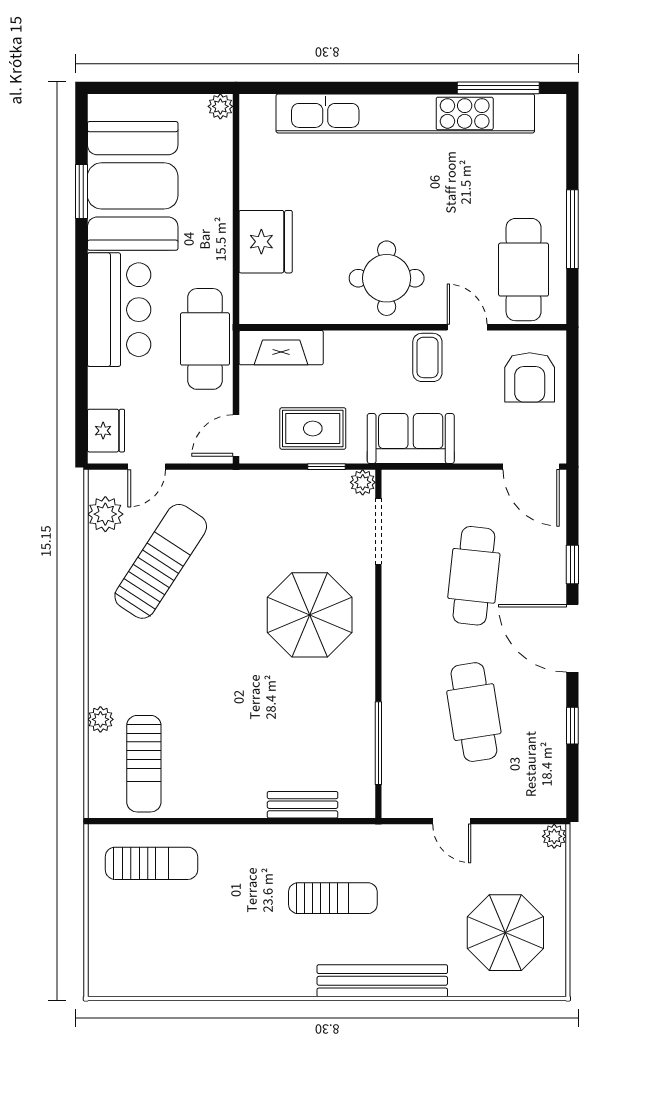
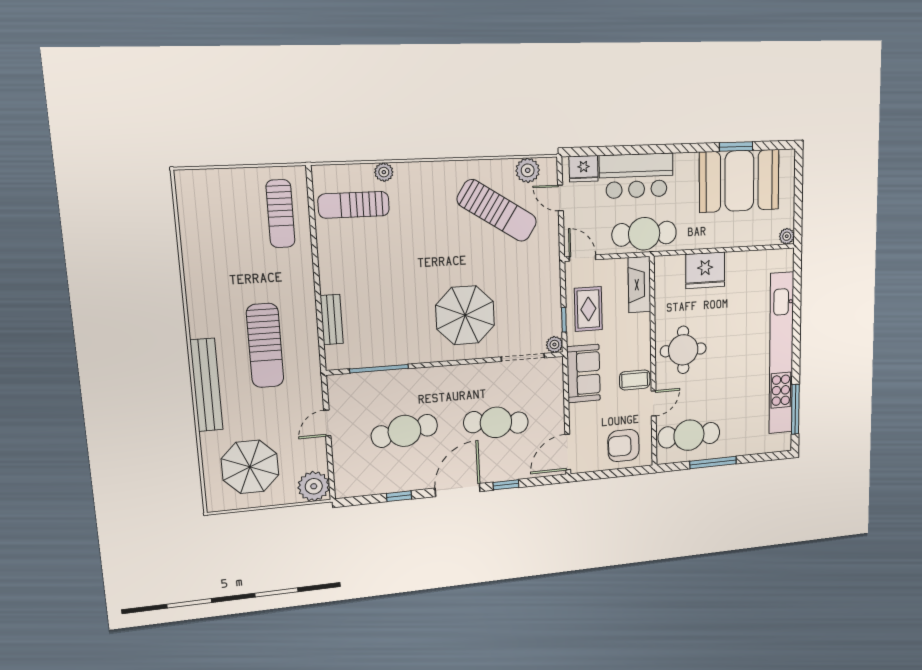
bar counter: (119, 310) -> (636, 176), moved
plant: (554, 836) -> (314, 486), width x1.88, depth x1.88
sun lounger: (333, 898) -> (265, 346), width x1.36, depth x1.34

